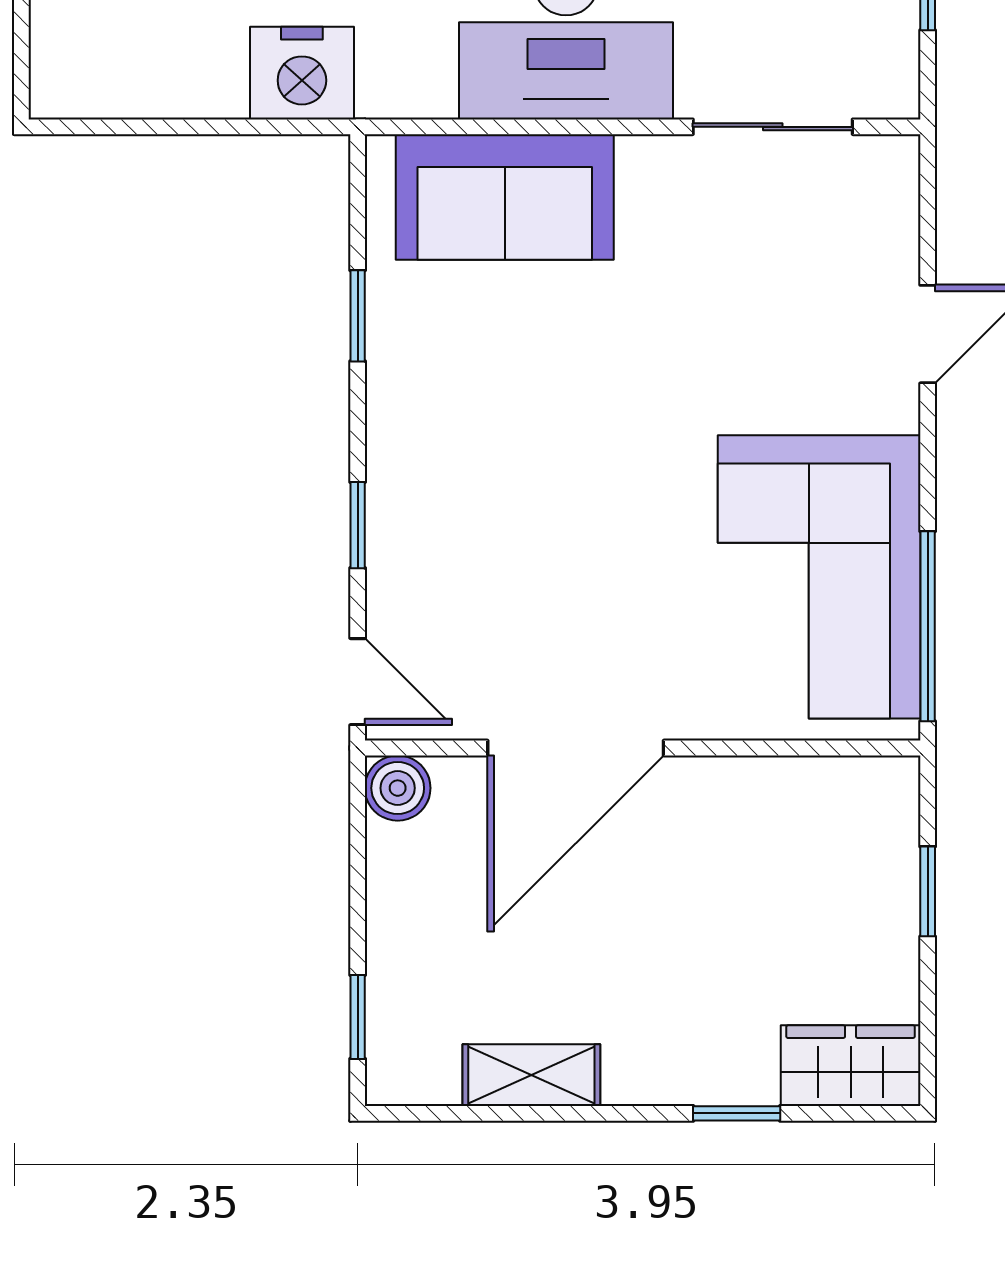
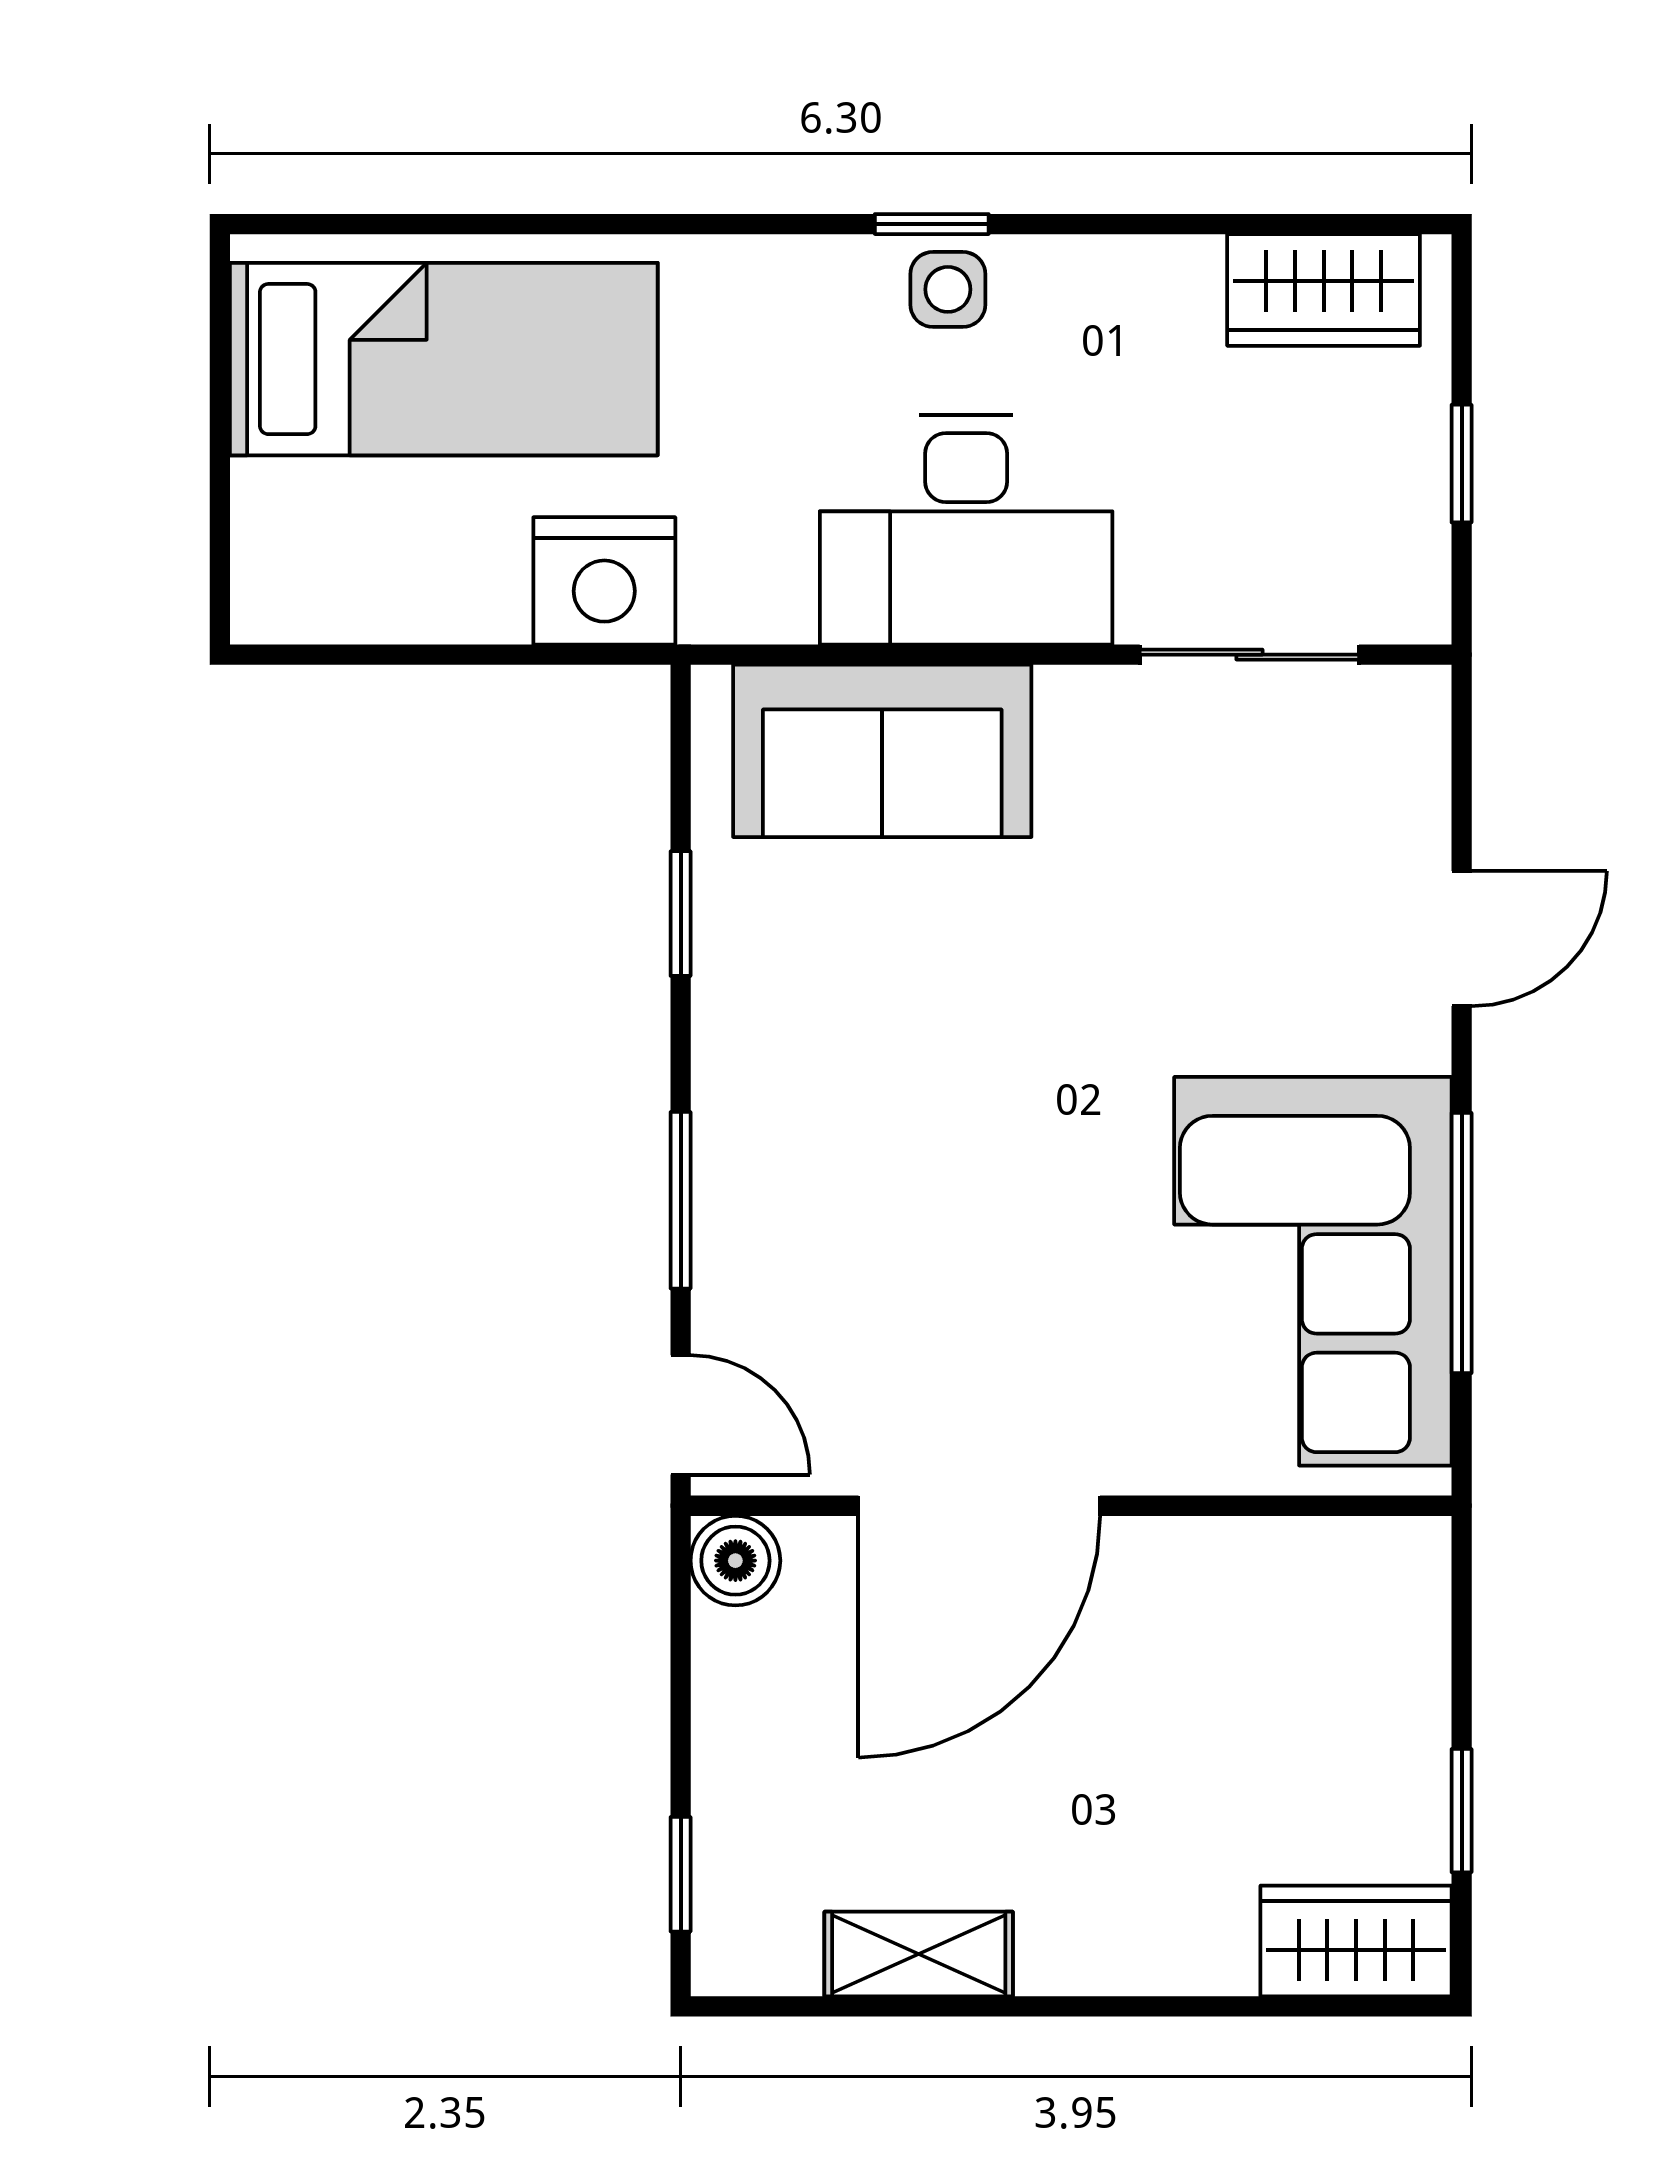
window: (358, 525) -> (681, 1200), width x1.50
window: (928, 626) -> (1462, 1243), moved
window: (928, 891) -> (1462, 1811), moved
window: (737, 1113) -> (1200, 2006), removed

